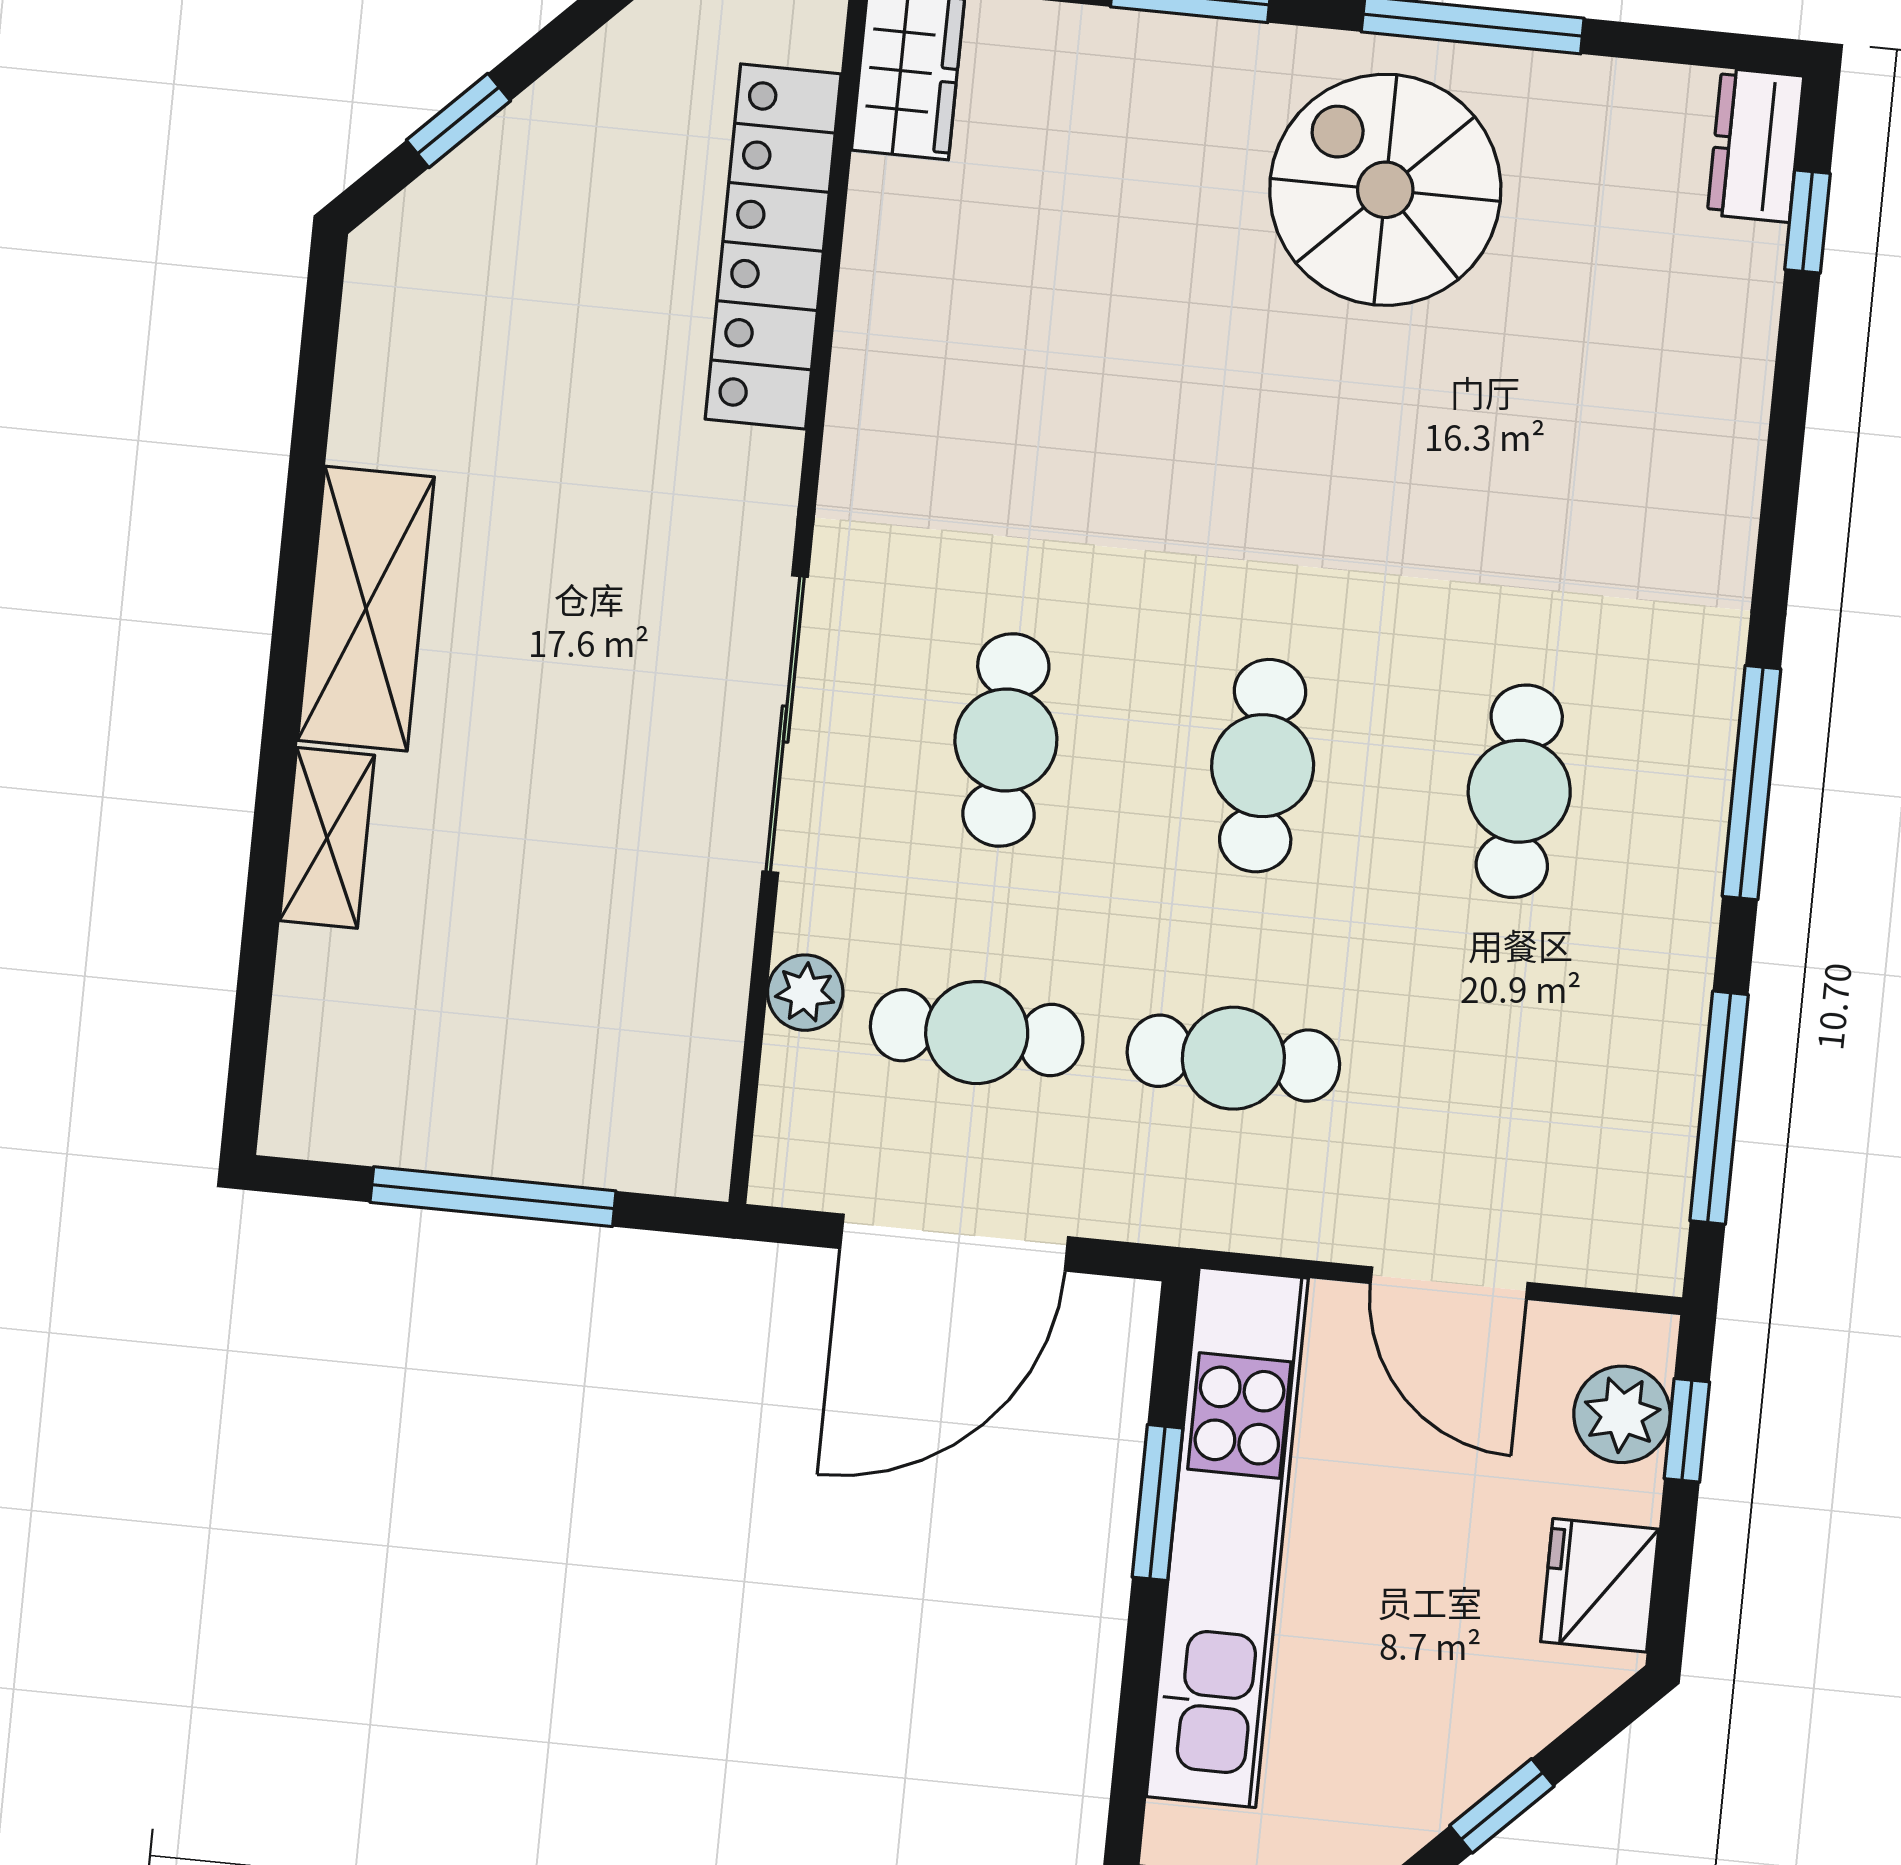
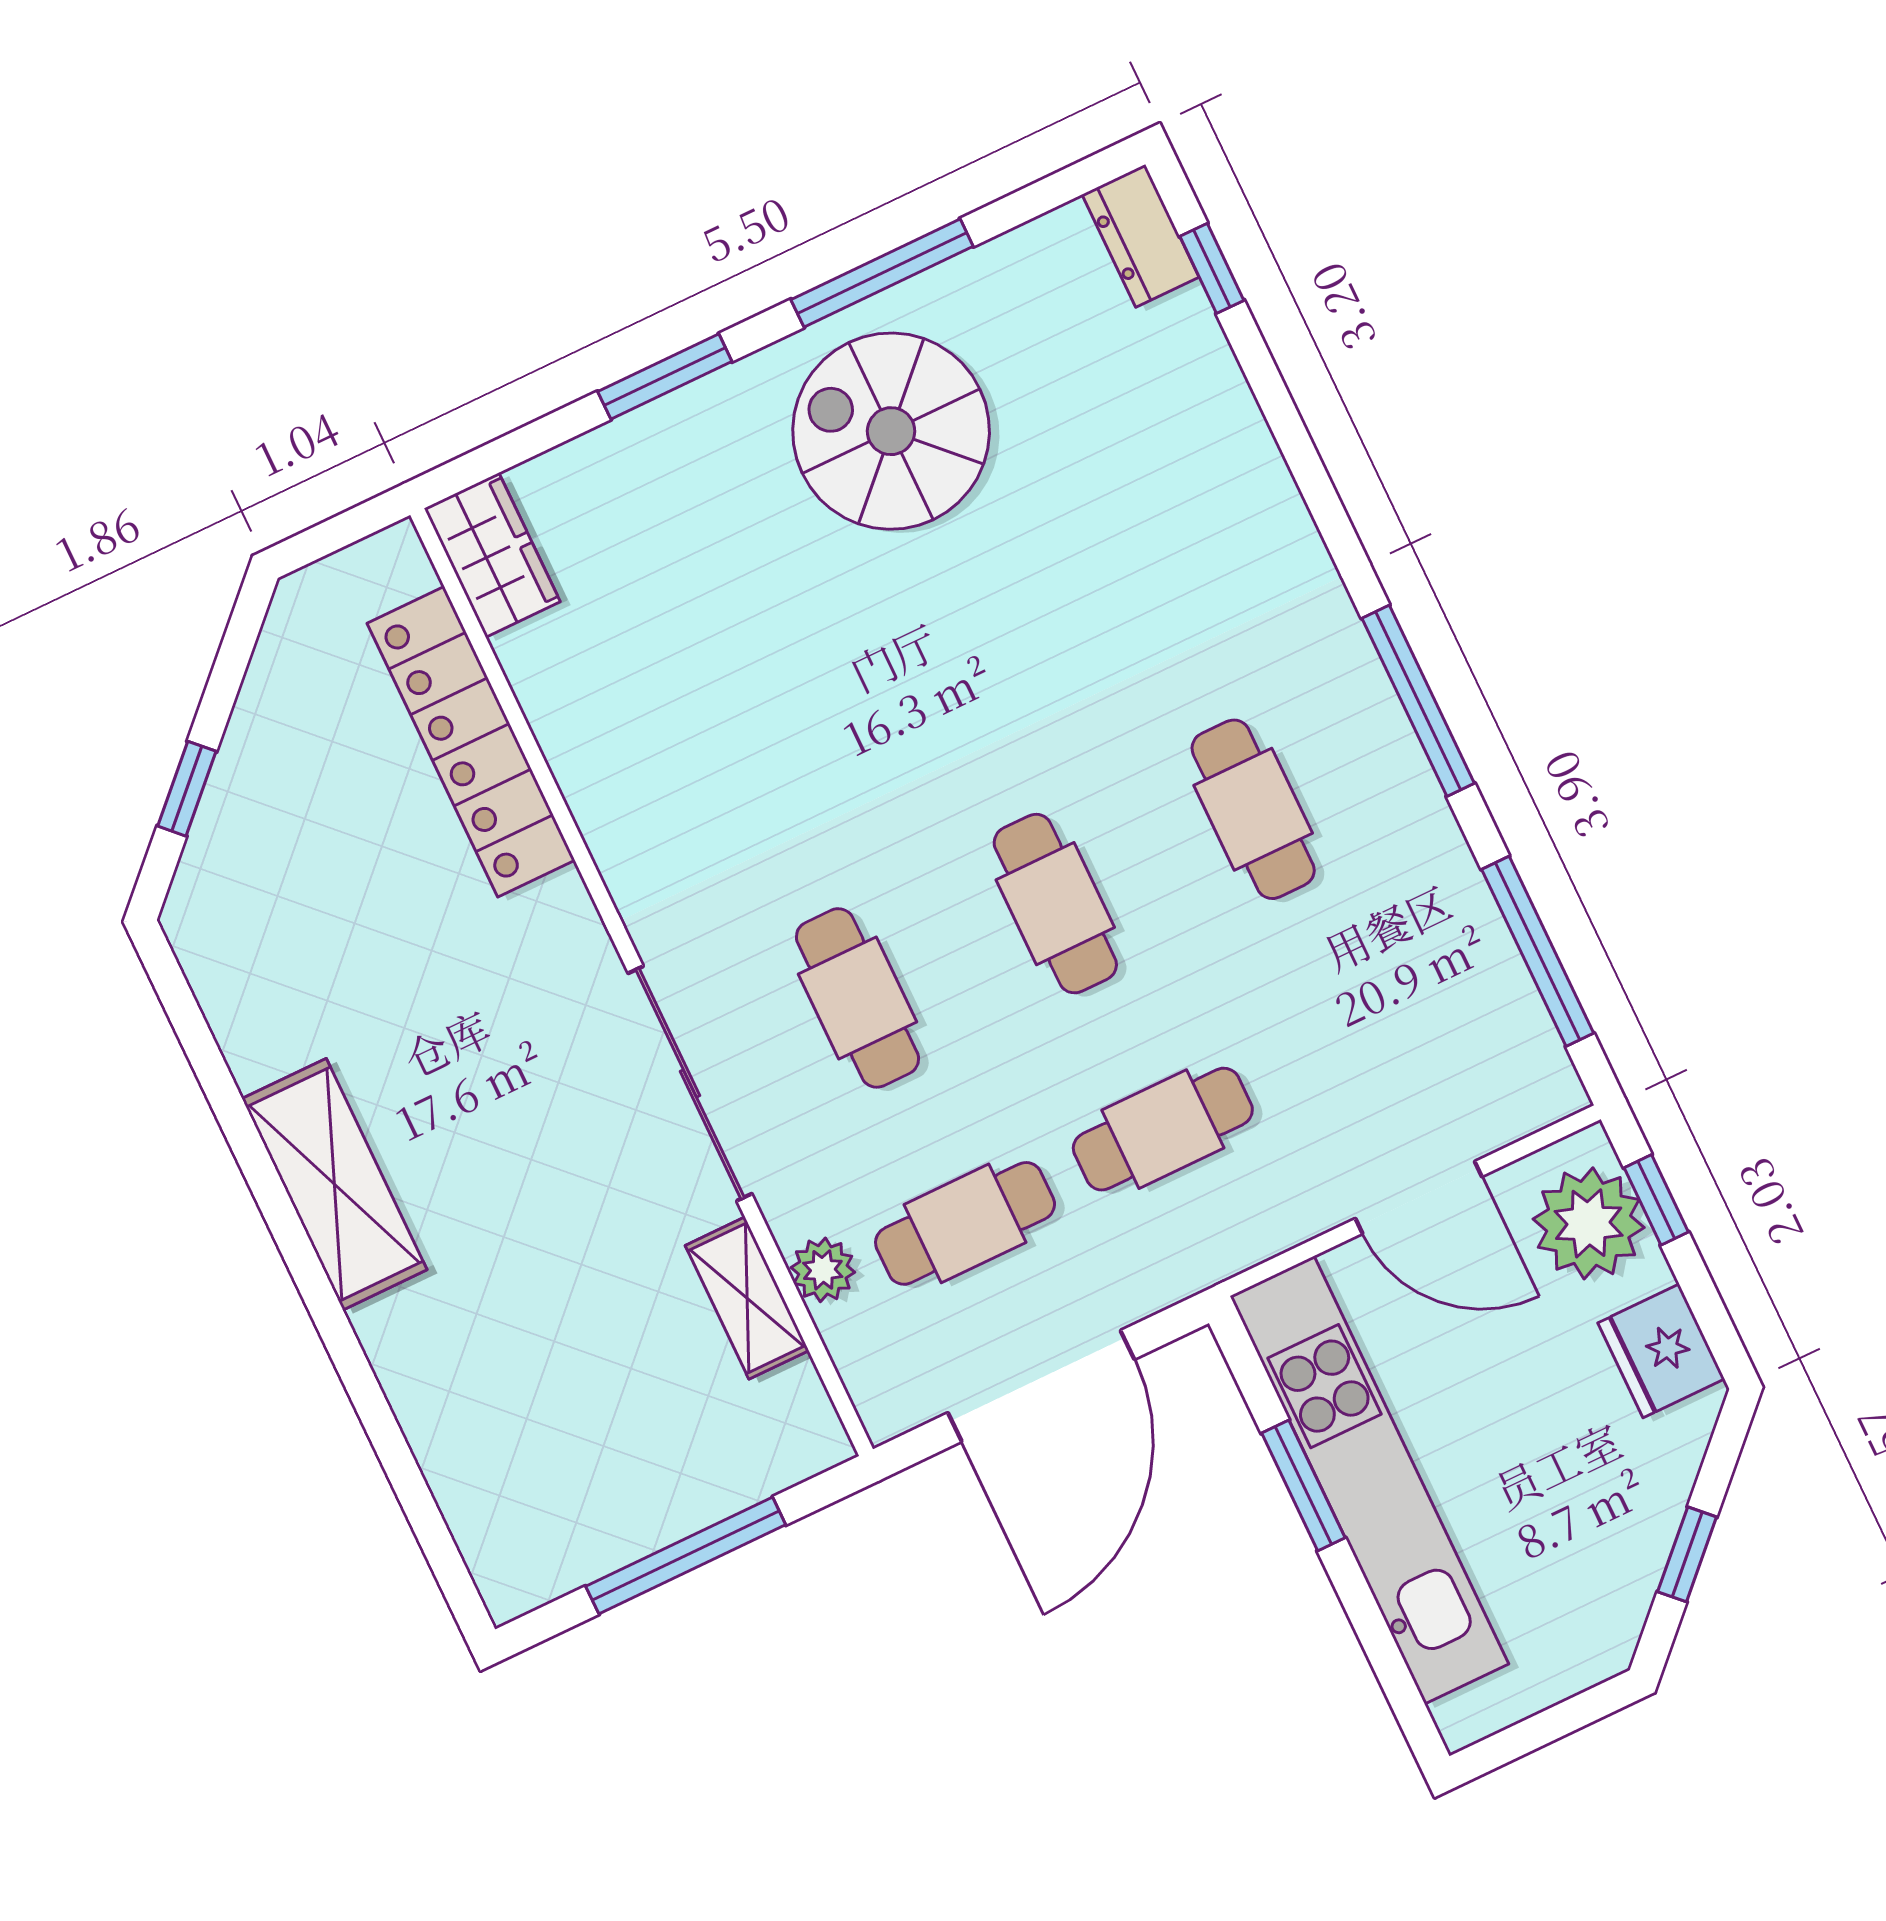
shelving: (327, 838) -> (747, 1298), moved
plant: (1622, 1414) -> (1589, 1223), width x1.36, depth x1.36

